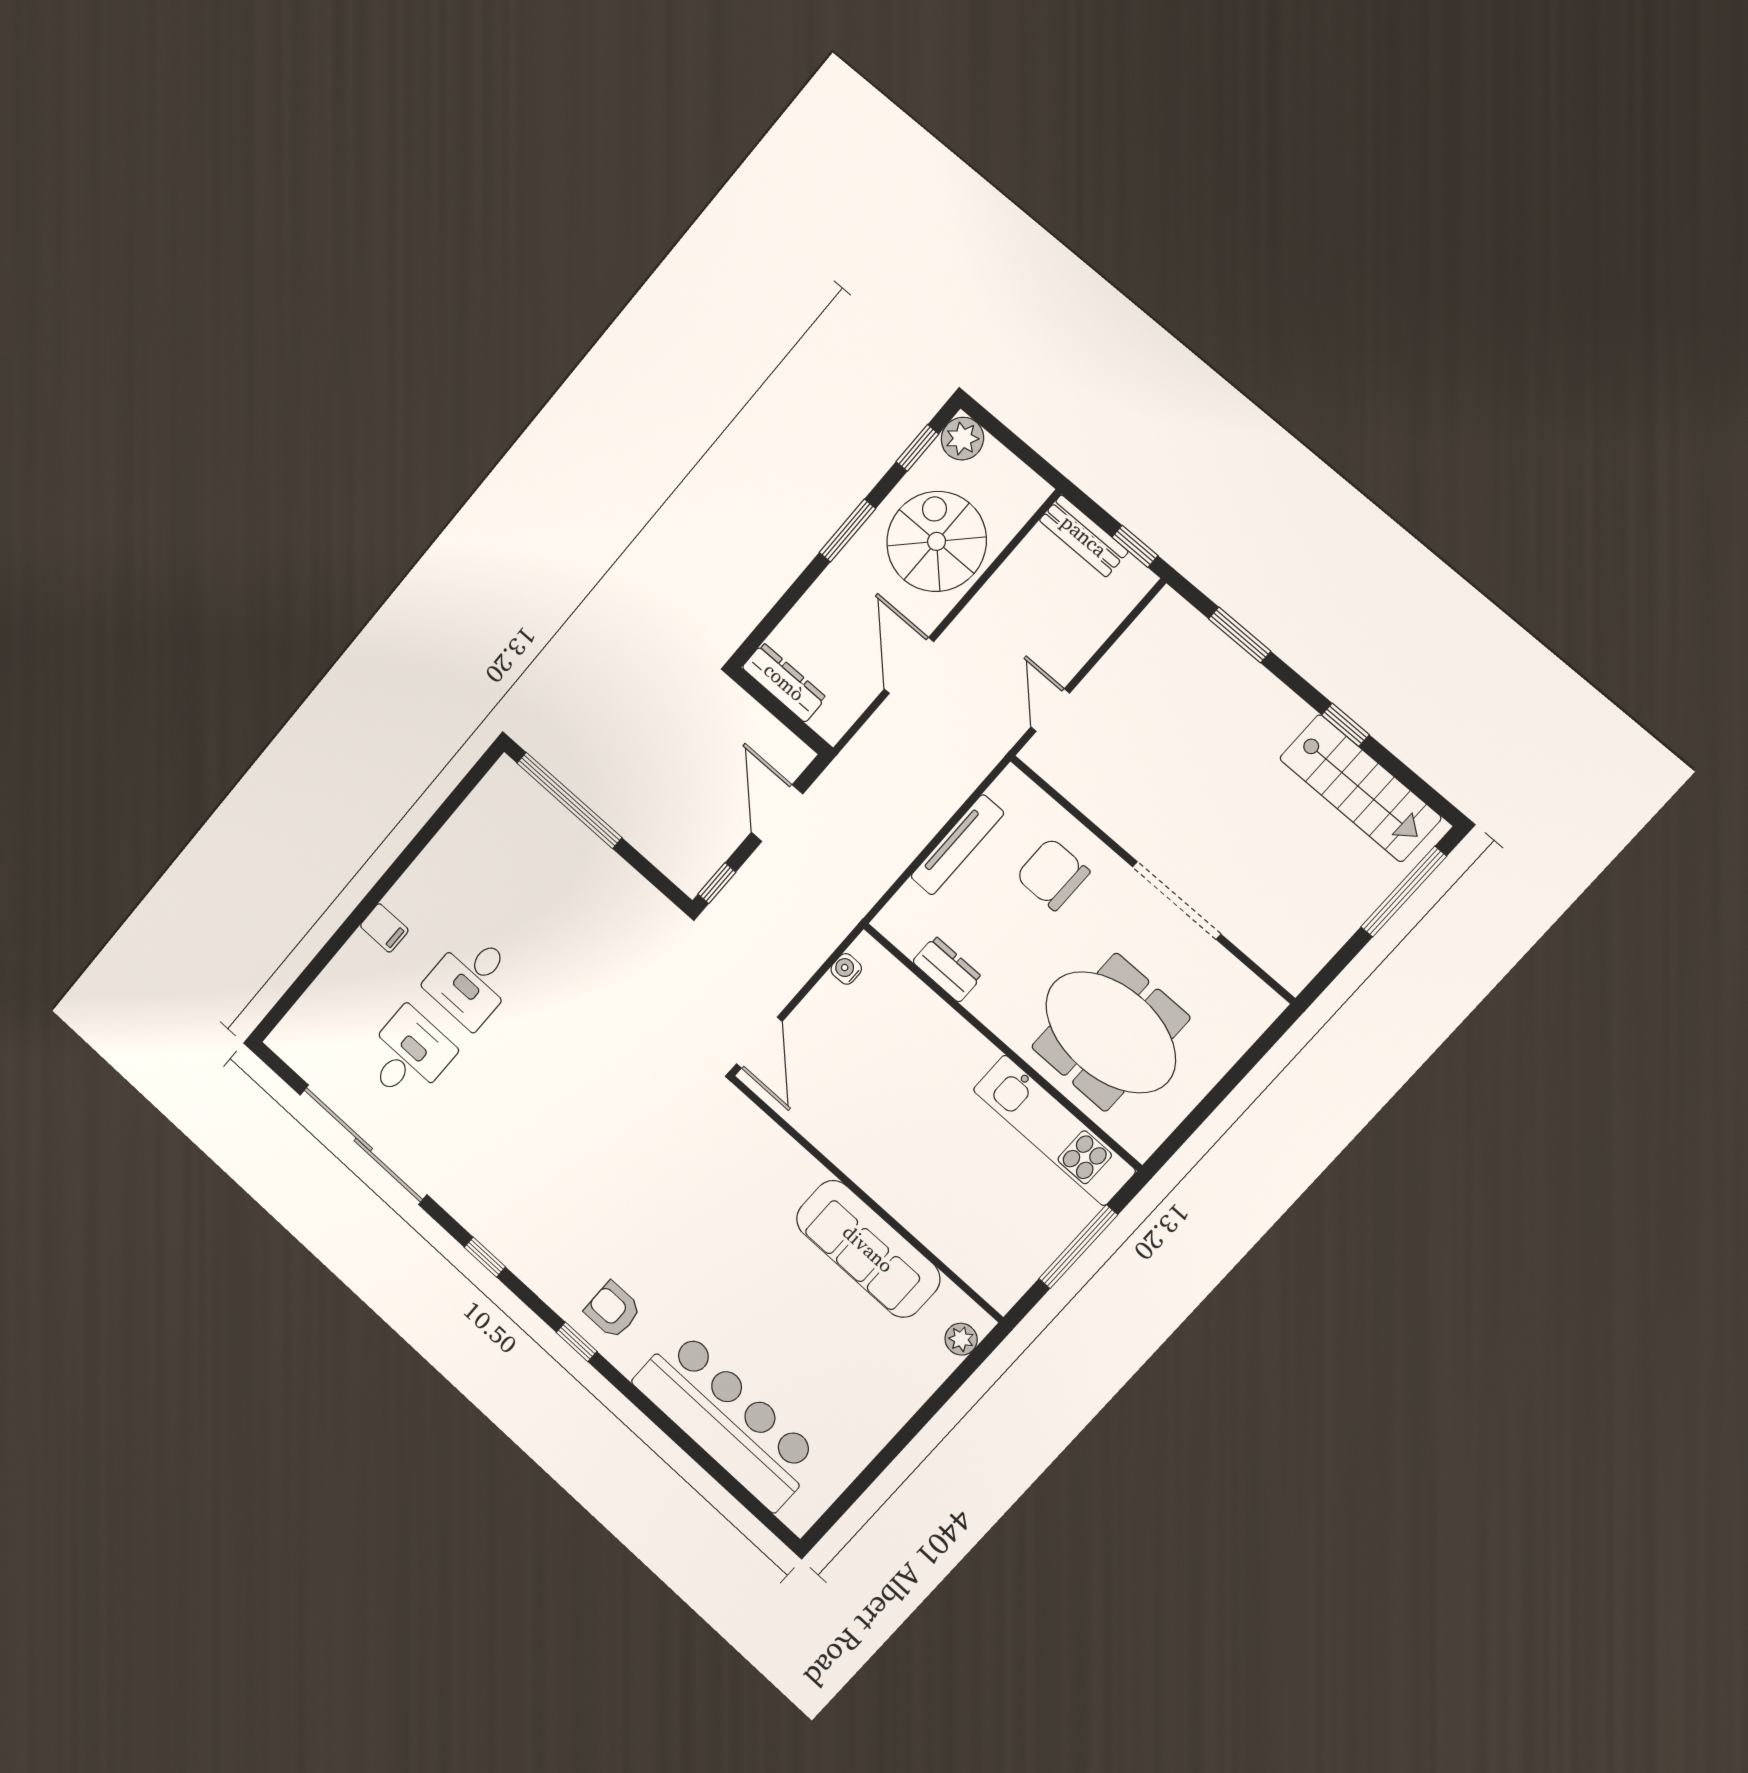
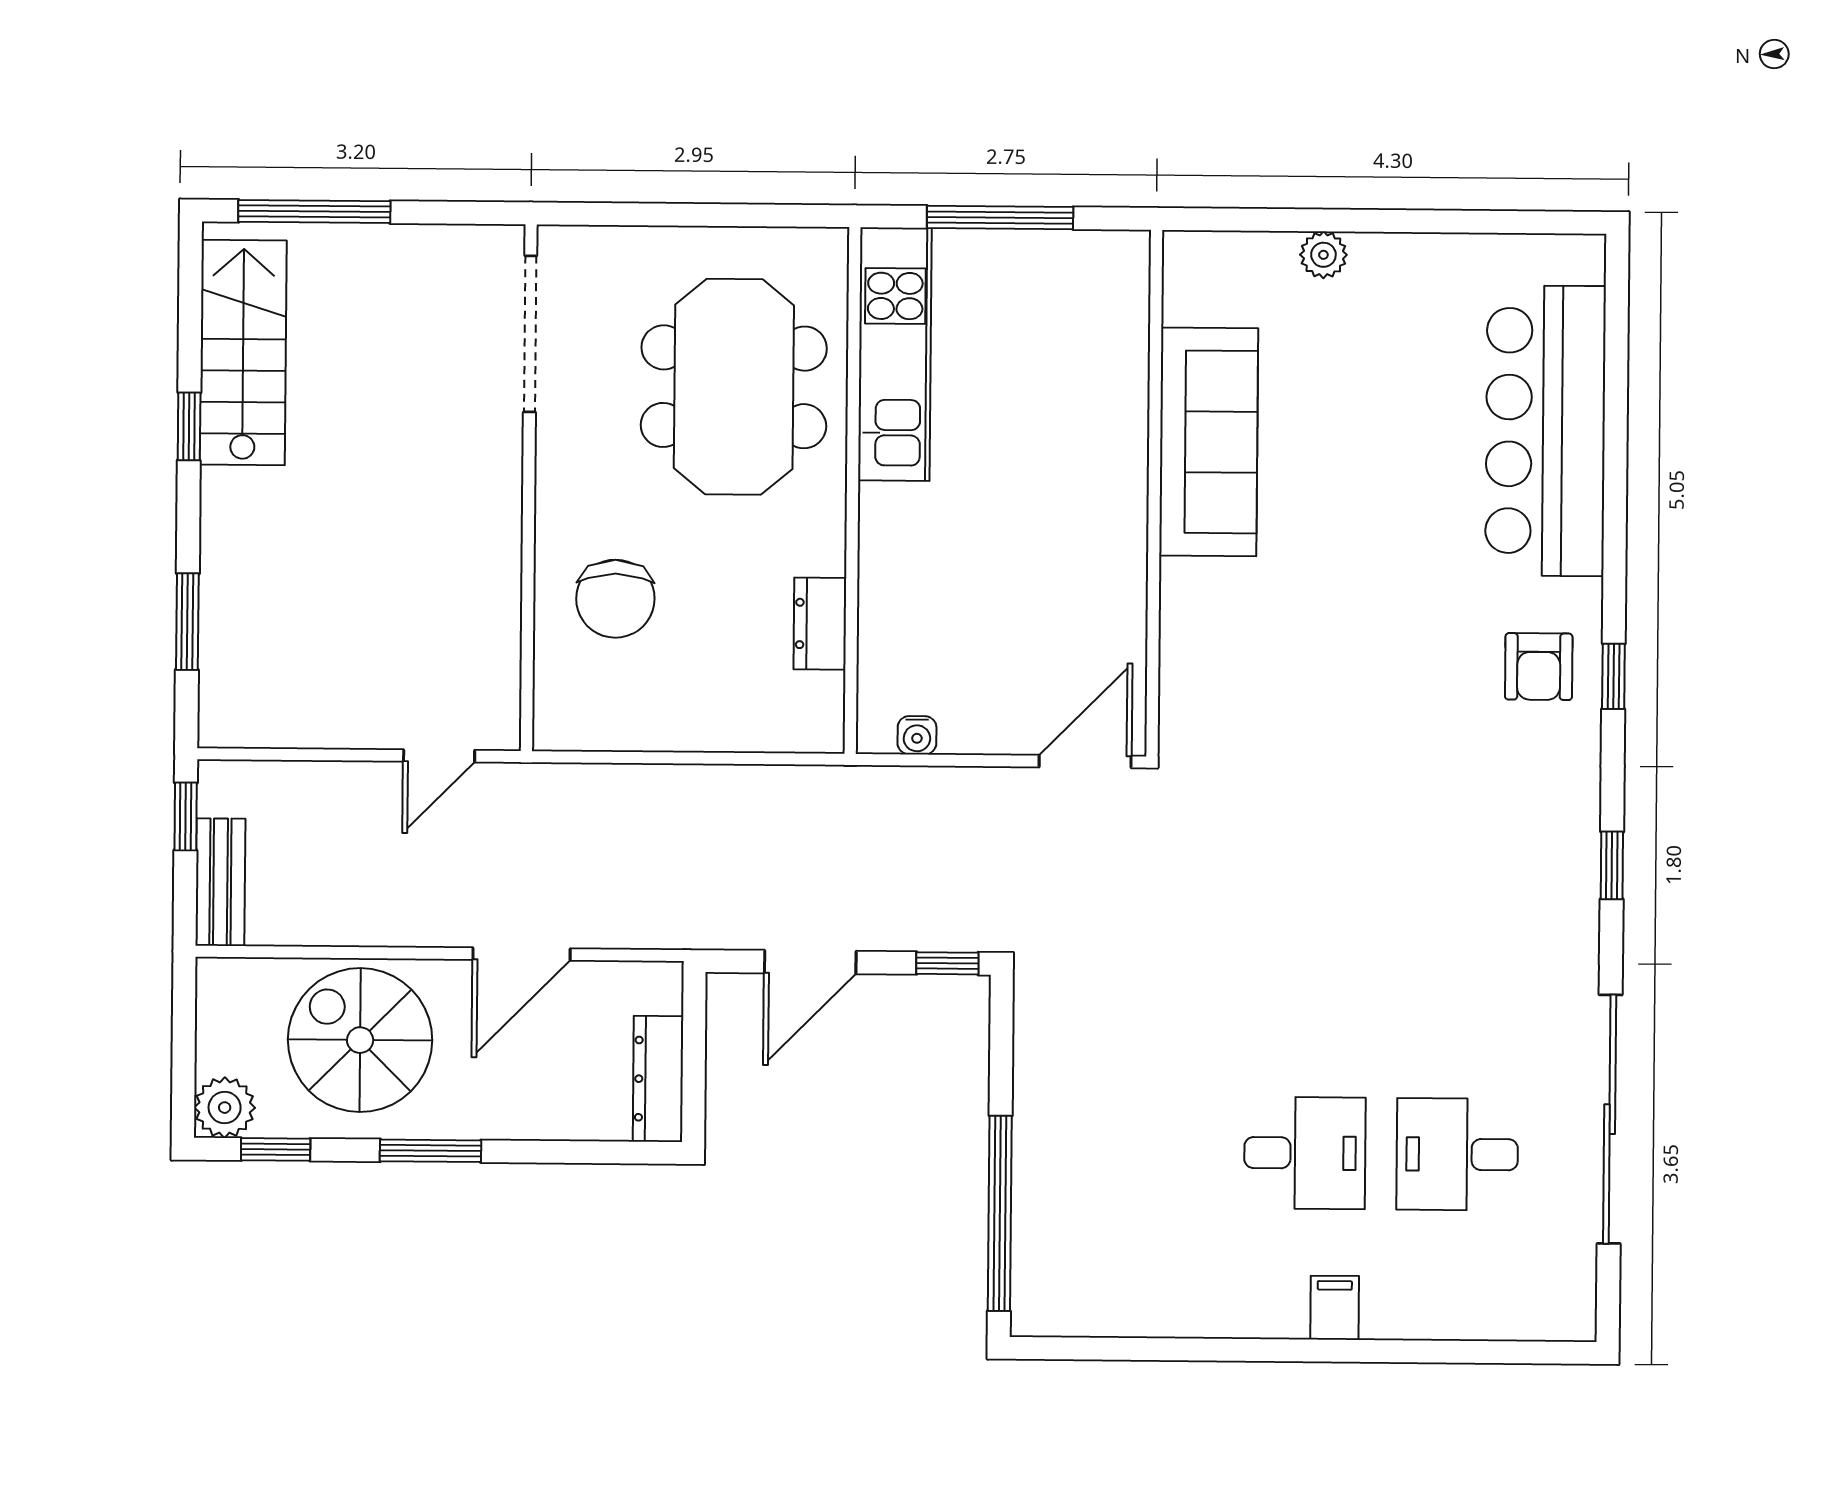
spiral stairs: (937, 541) -> (360, 1040), turned 90
tv unit: (957, 845) -> (673, 731), removed
doorway: (1177, 900) -> (530, 334), moved
plant: (961, 1339) -> (1323, 255), moved

